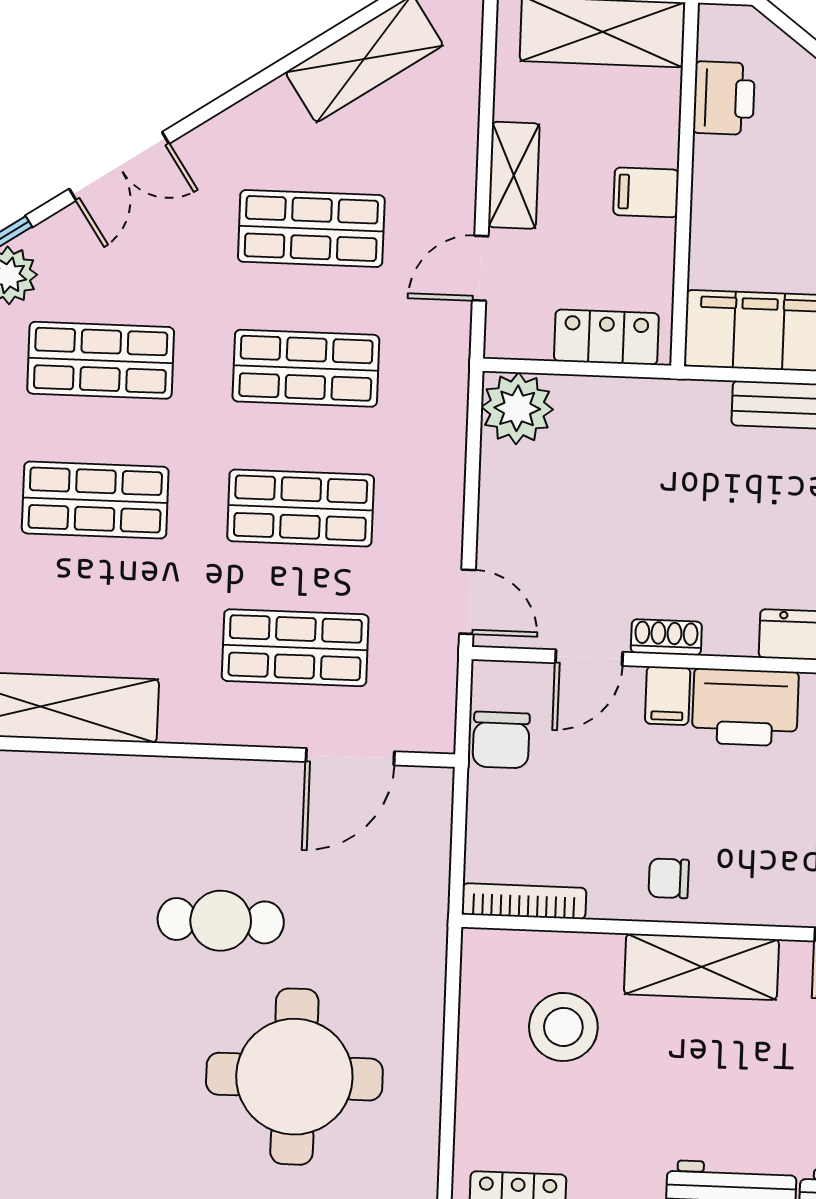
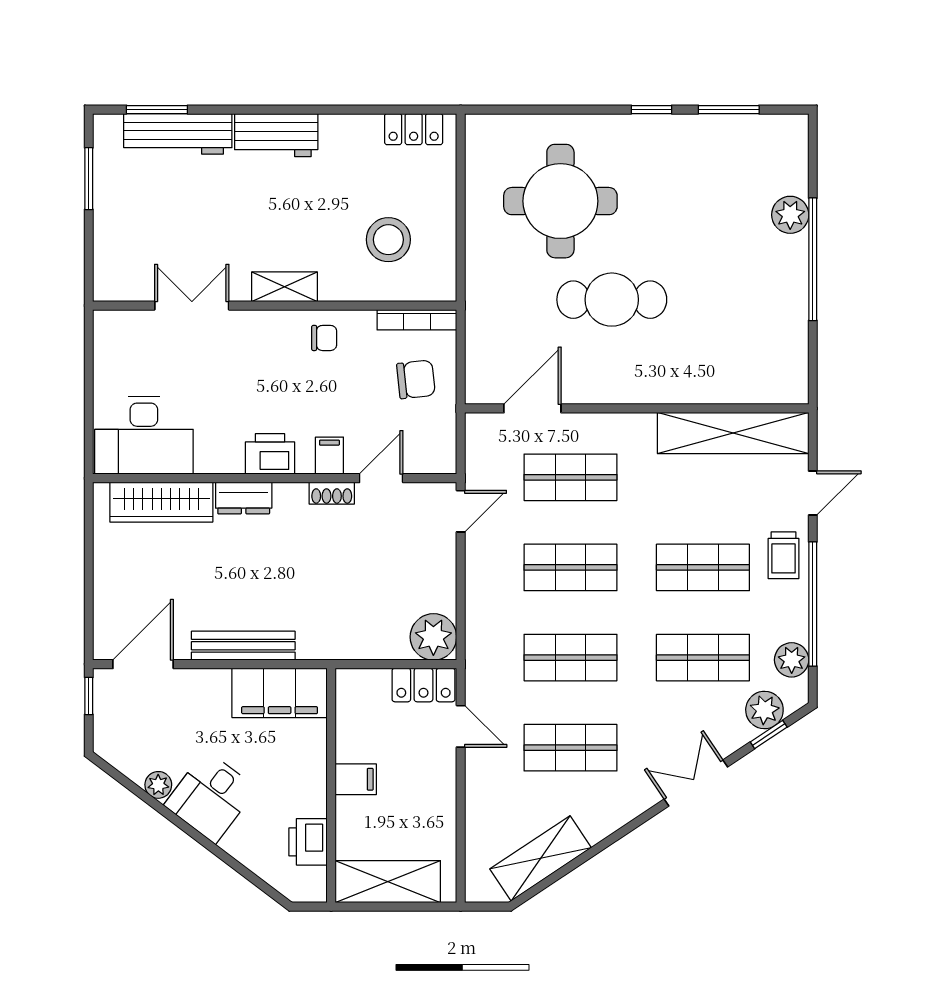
shelving: (514, 175) -> (441, 787), removed
door: (480, 268) -> (461, 726), hinge flipped
locker: (606, 337) -> (423, 685), moved
door: (467, 602) -> (461, 511), swing flipped
printer: (745, 707) -> (270, 454), width x0.73, depth x0.84
chair: (501, 740) -> (416, 379), moved, turned 84
cafe table: (221, 921) -> (612, 300), width x1.37, depth x1.35
shelving: (701, 967) -> (285, 287), width x0.67, depth x0.75

